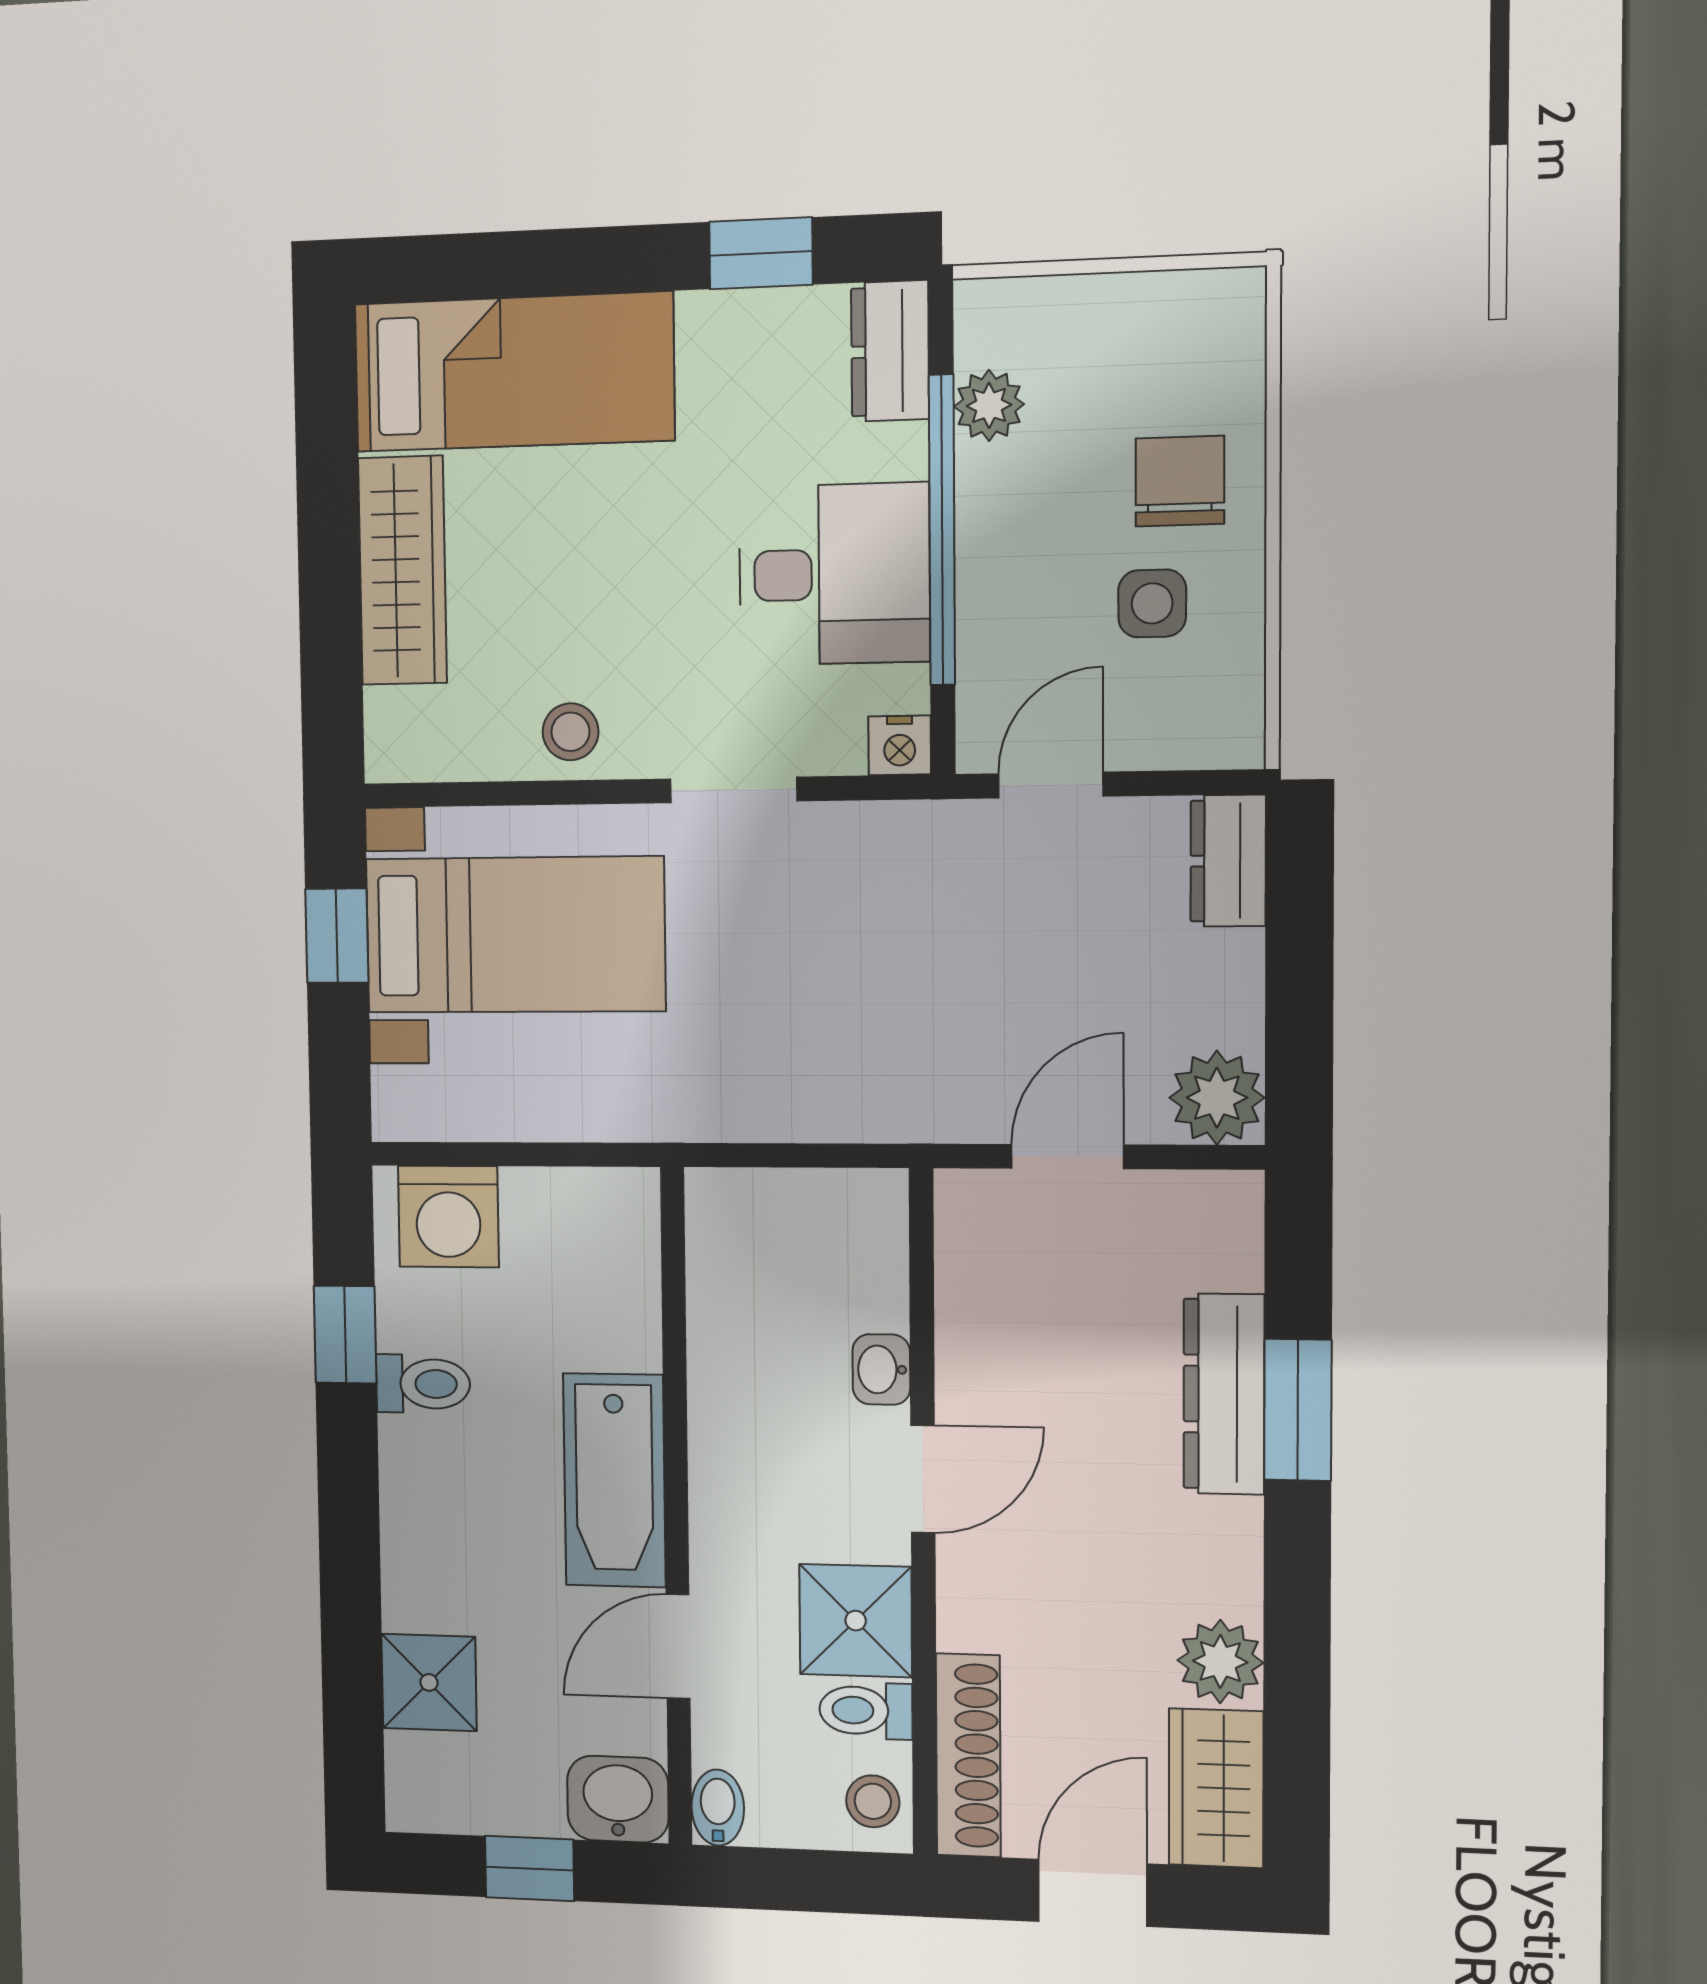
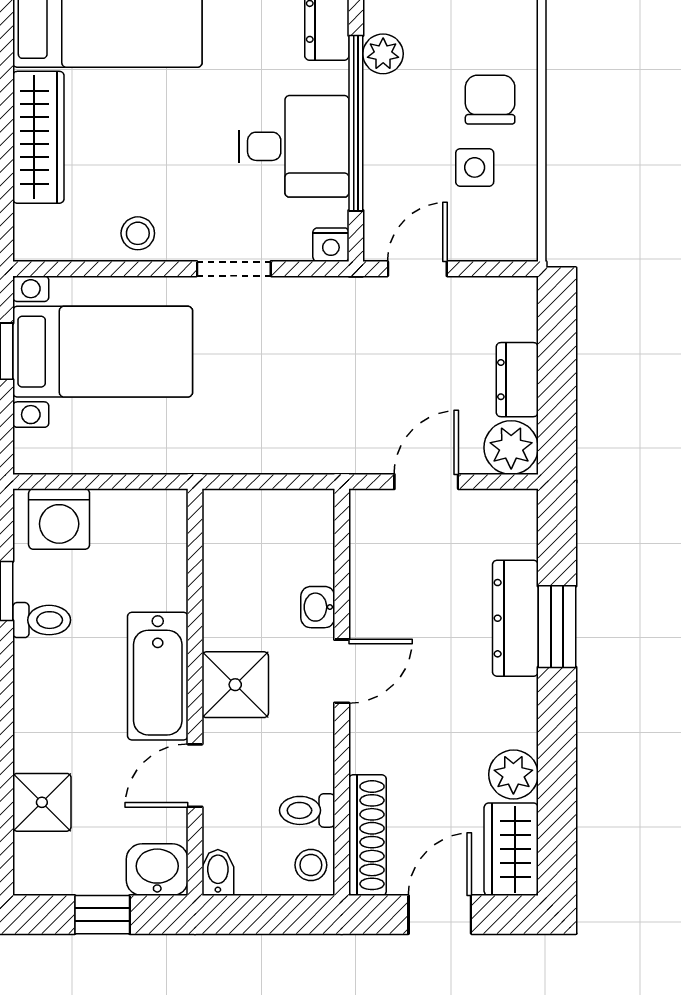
dresser: (1228, 861) -> (517, 380), moved
shower: (856, 1621) -> (235, 685), moved

